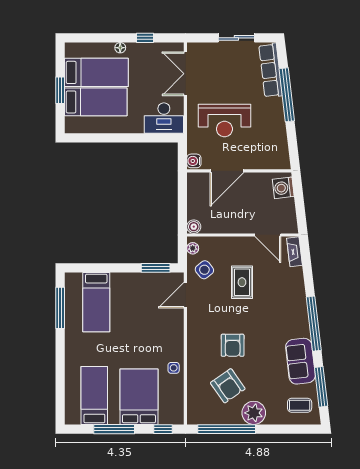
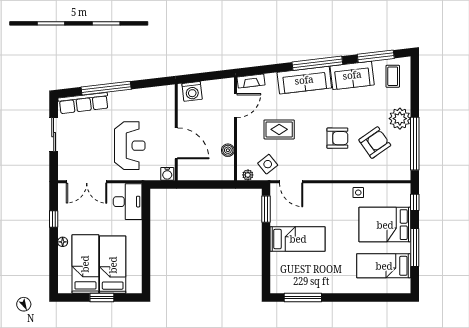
boiler: (194, 227) -> (228, 150), moved
bed: (96, 302) -> (298, 239), moved
sofa: (295, 309) -> (304, 80), added

